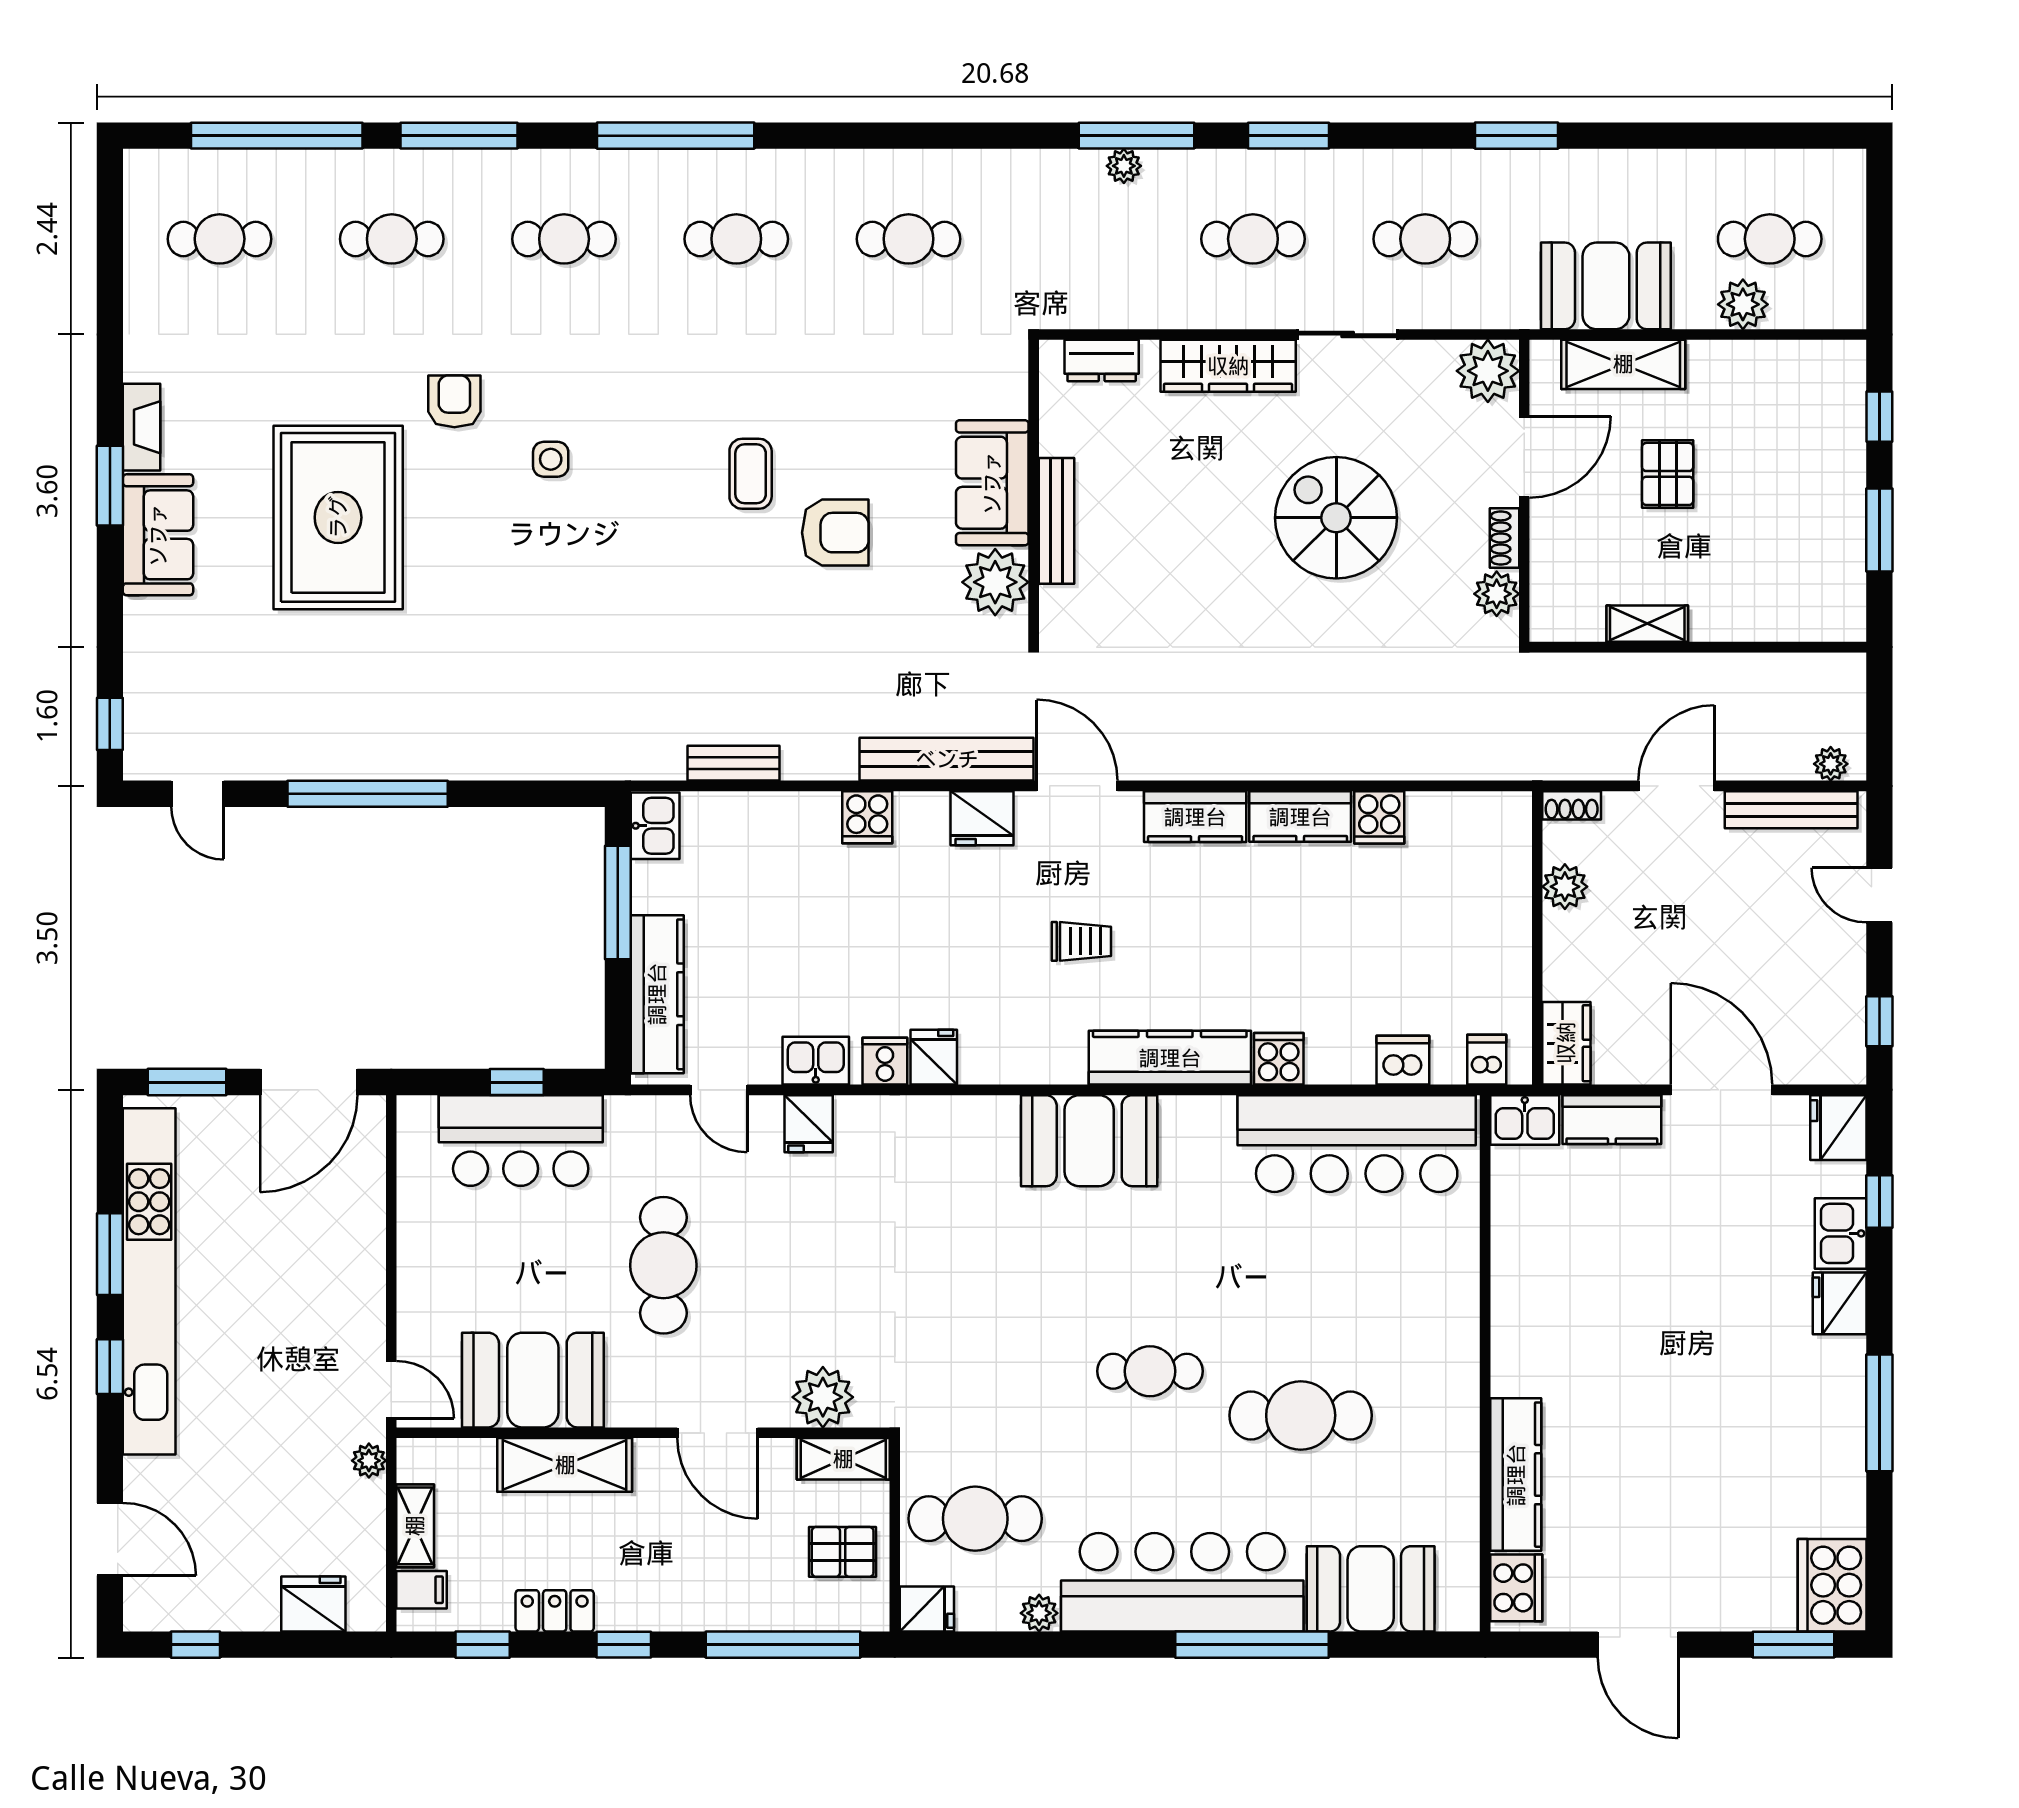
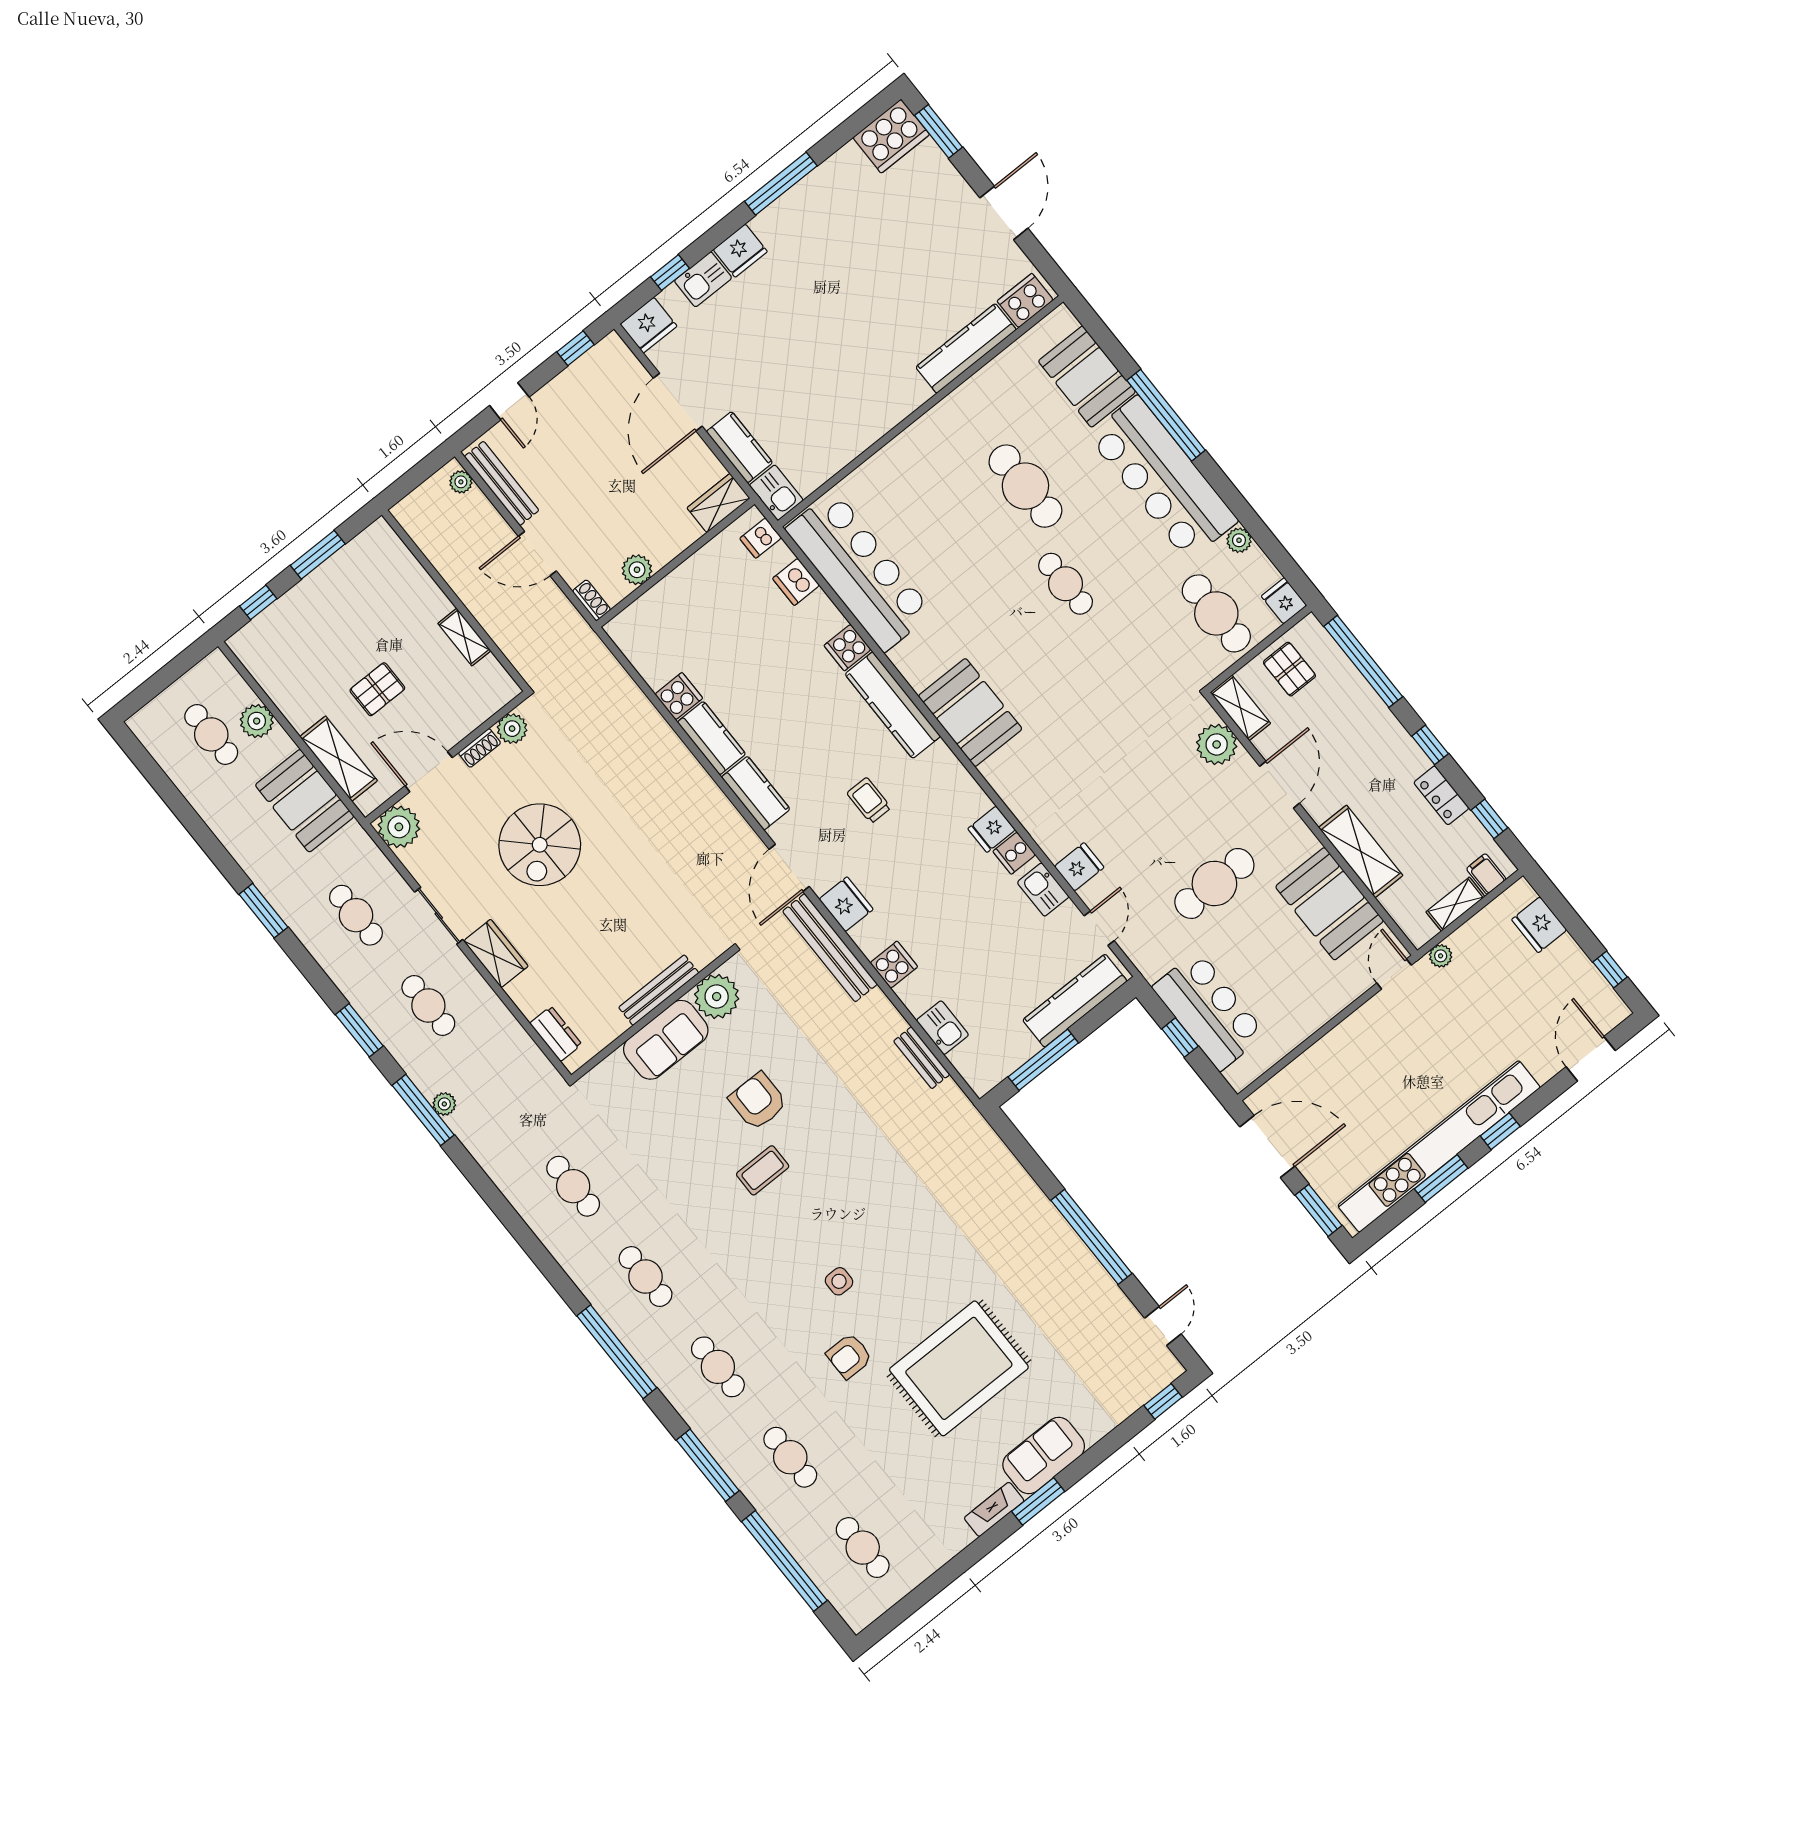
wardrobe: (1228, 366) -> (496, 953), width x0.67
kitchen sink: (655, 826) -> (942, 1028), moved, turned 90

